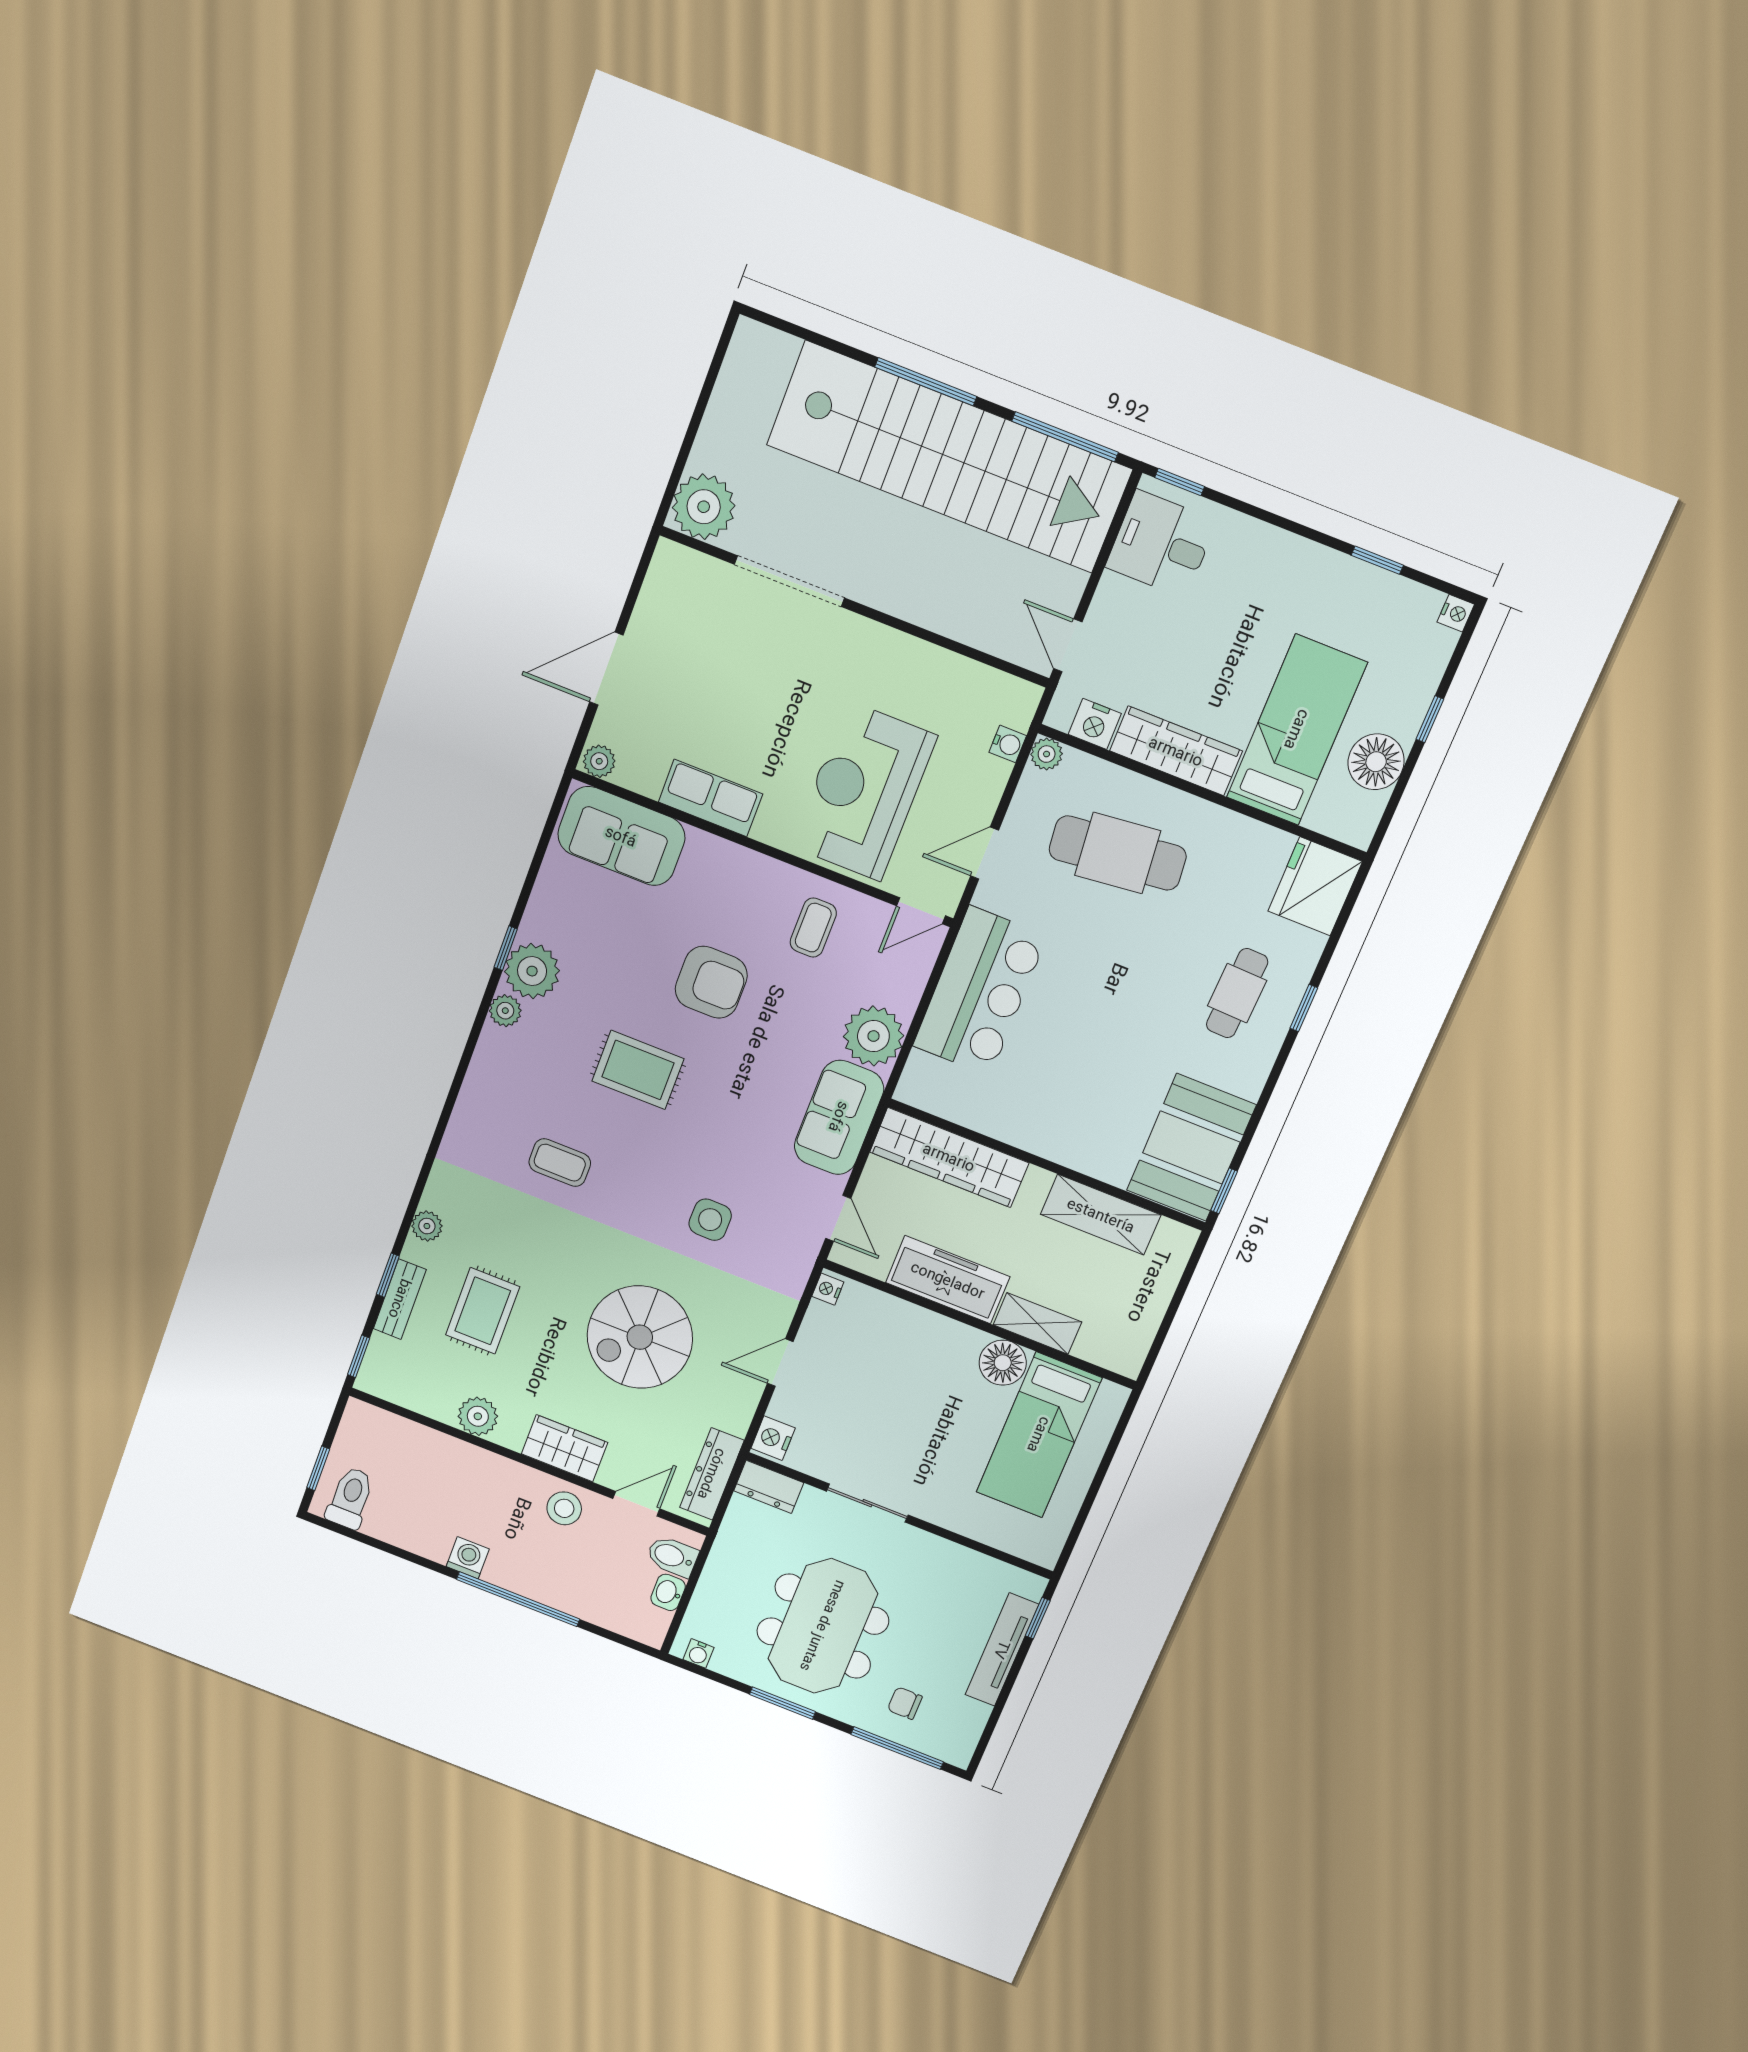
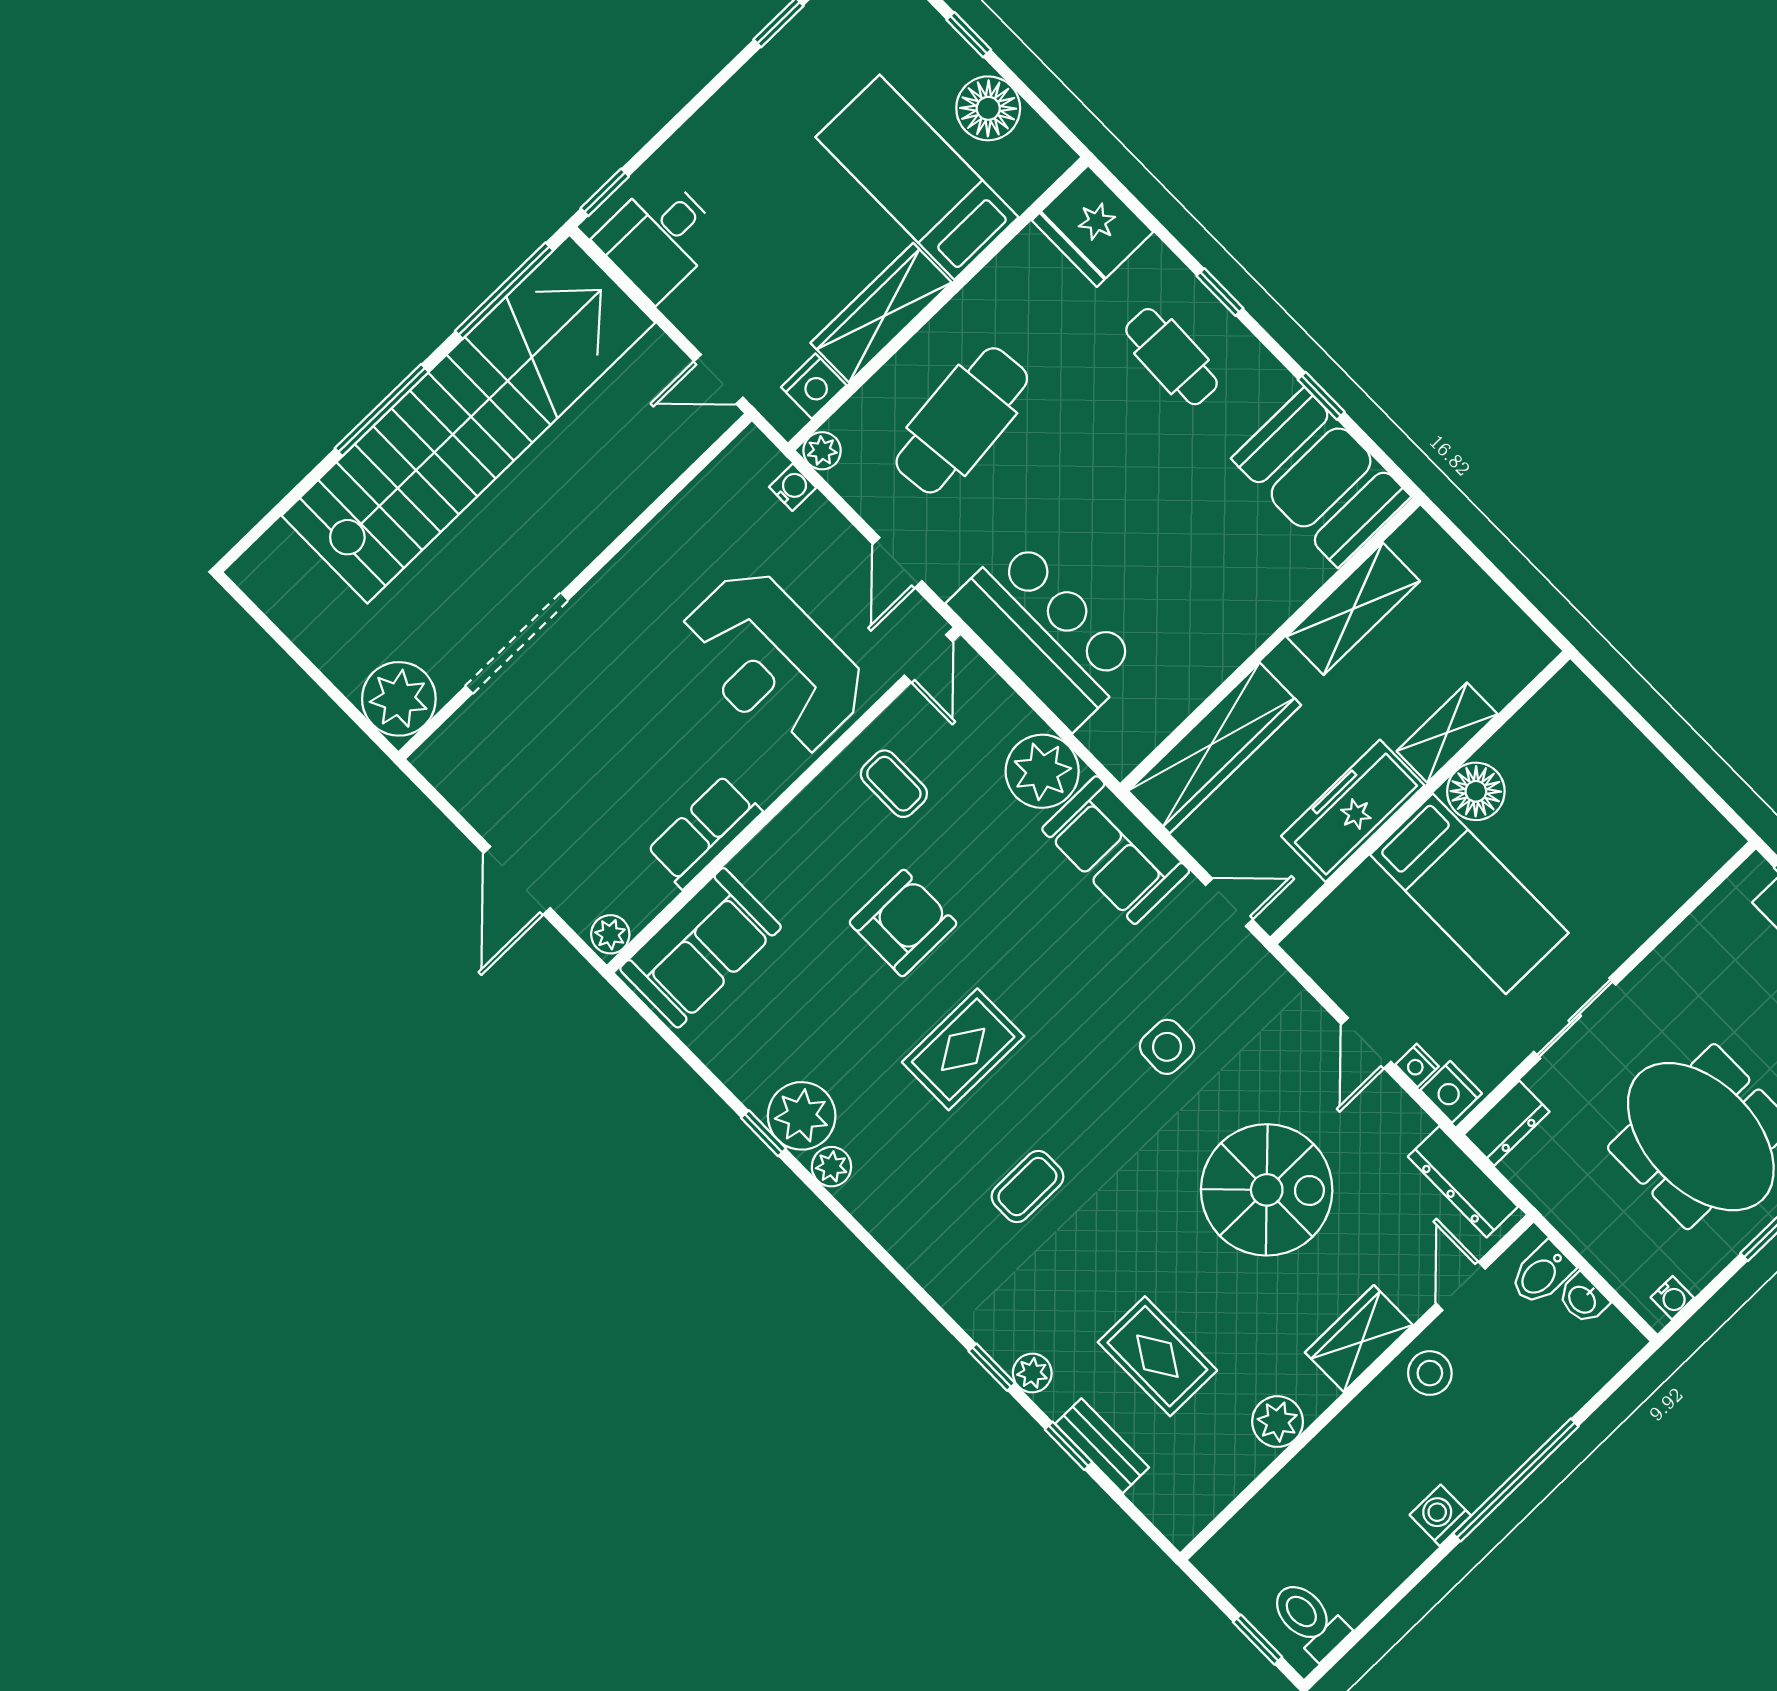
window: (1224, 1191) -> (1321, 396), moved
nightstand: (828, 1289) -> (1417, 1065), moved
spiral stairs: (640, 1337) -> (1267, 1190), turned -90
window: (359, 1356) -> (992, 1367), moved
bed: (1039, 1435) -> (1469, 894), moved

